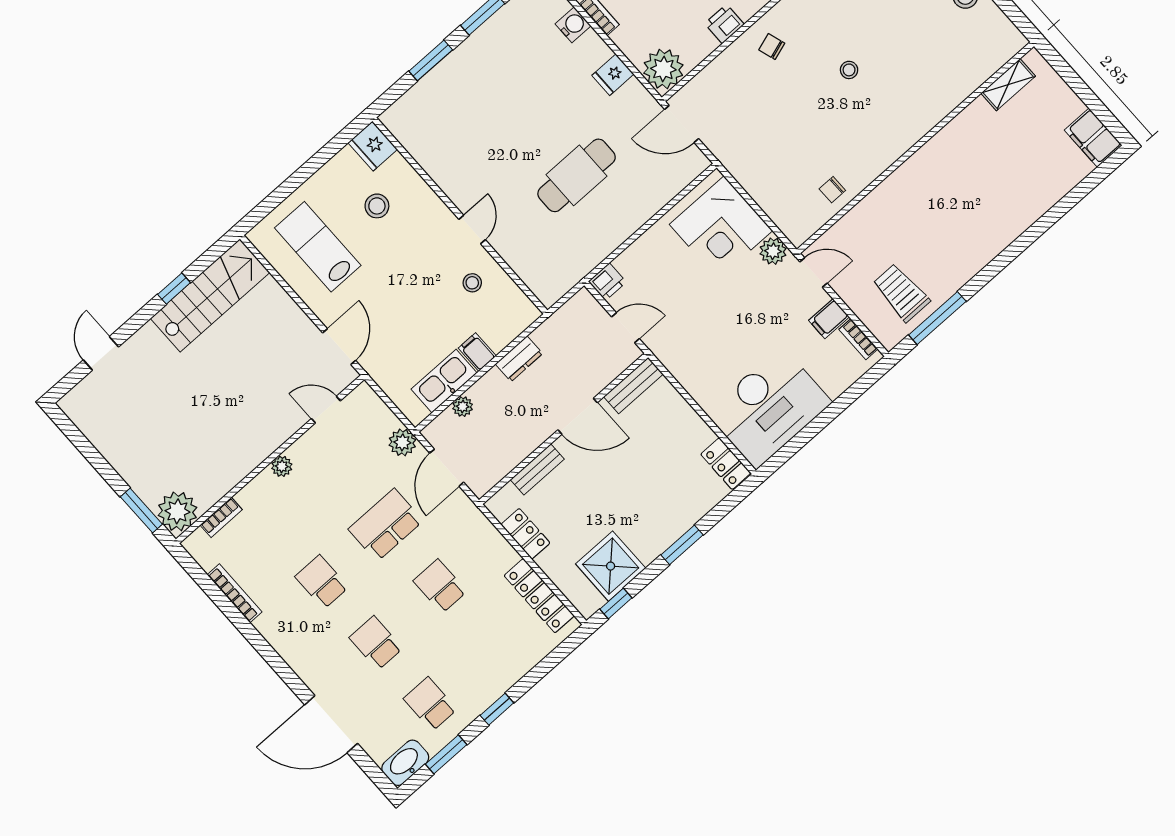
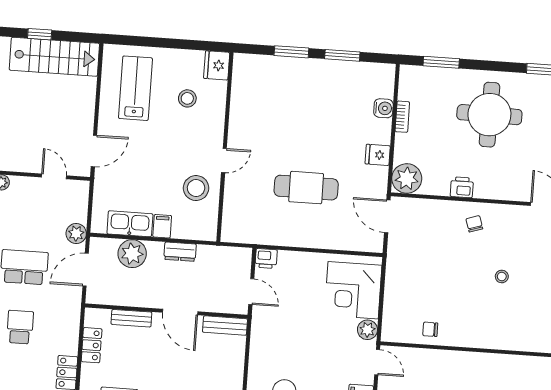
stool: (472, 283) -> (196, 188), width x1.89, depth x1.89
plant: (463, 407) -> (132, 254), width x1.88, depth x1.88

